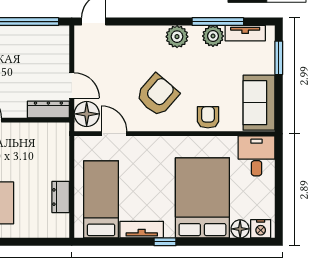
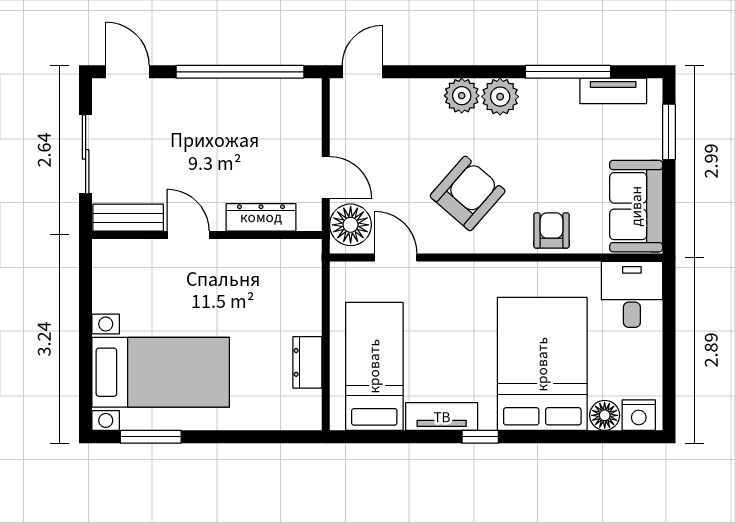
plant: (213, 36) -> (462, 96), moved
dresser: (48, 109) -> (261, 217), moved

